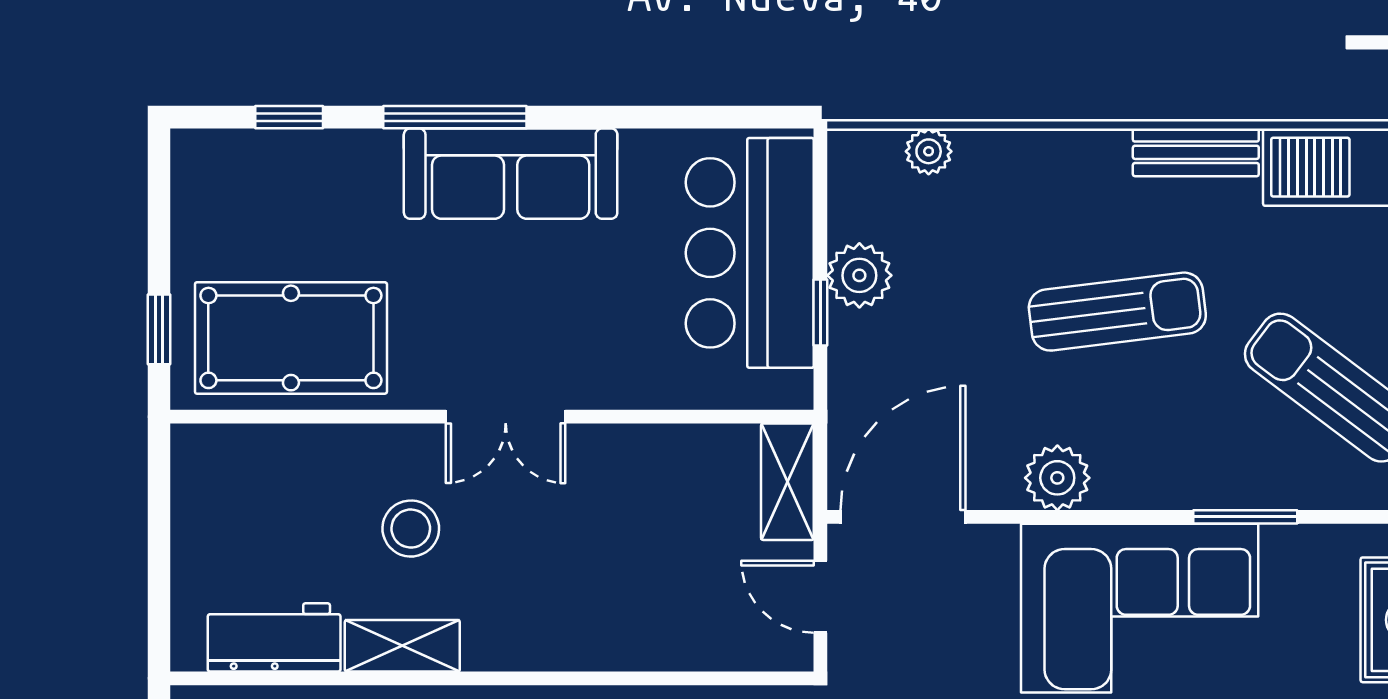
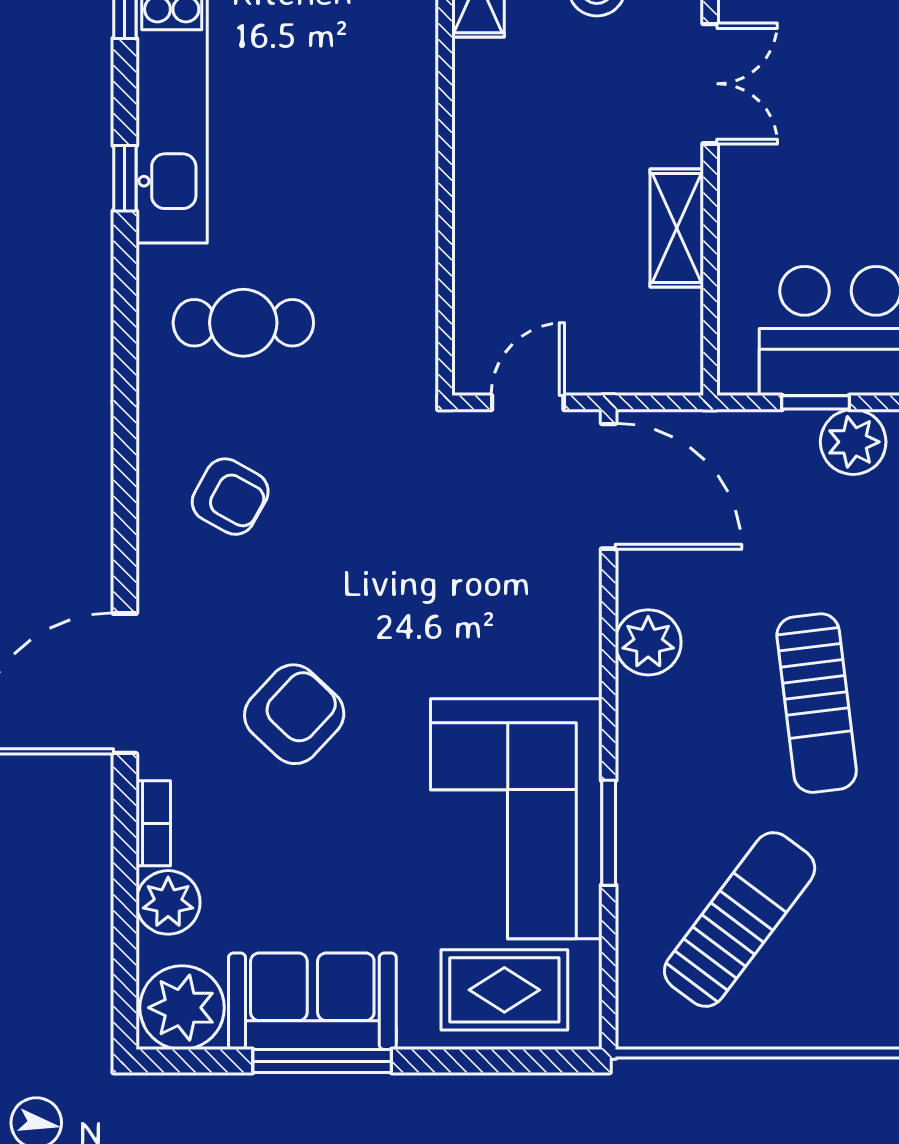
double door: (506, 417) -> (710, 84), swing flipped
shelving: (787, 482) -> (677, 228), moved, turned 90
corner sofa: (1140, 608) -> (516, 819), moved

